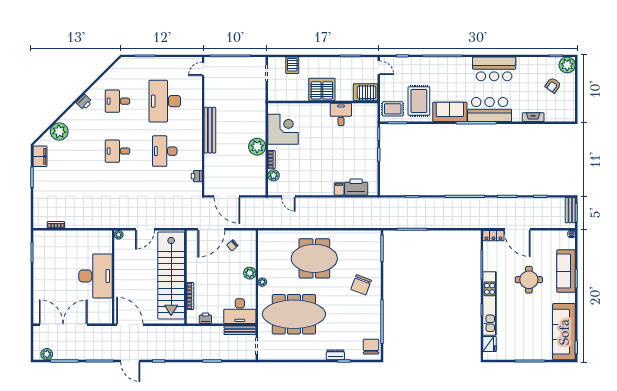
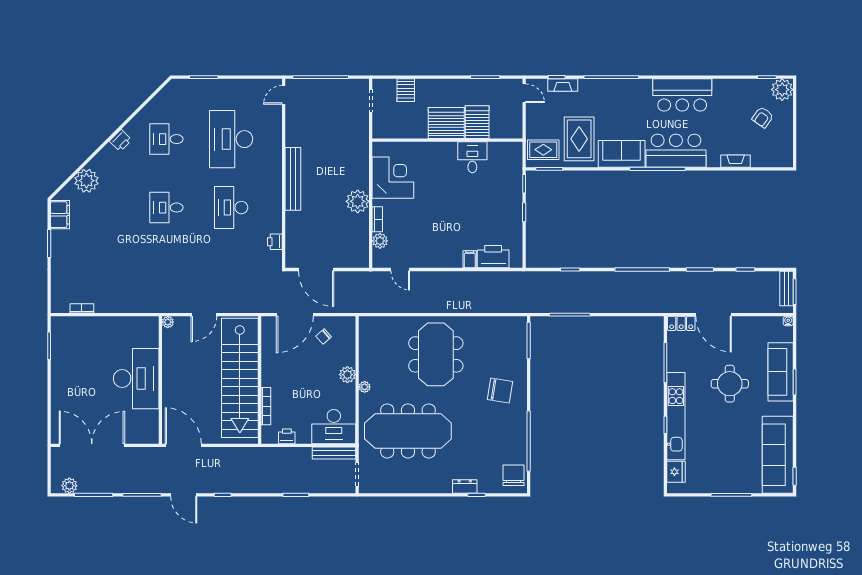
fireplace: (407, 62) -> (563, 85), added
server rack: (366, 92) -> (477, 122), moved, turned 90
meeting table: (314, 258) -> (436, 354), turned 90
chair: (361, 285) -> (500, 391), turned -102

